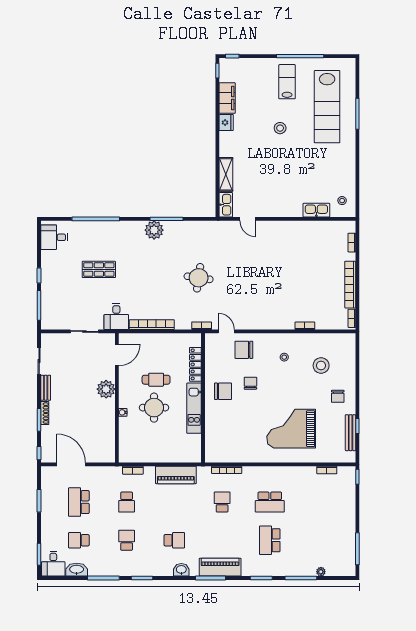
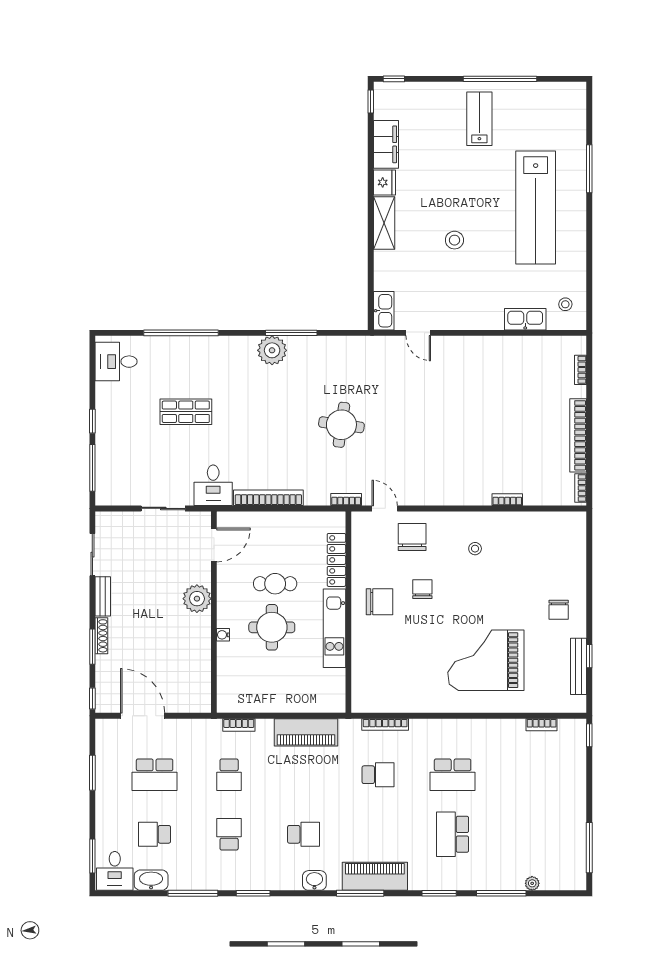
lab bench: (327, 107) -> (536, 207), moved
stool: (280, 128) -> (454, 240), moved
shelving: (226, 174) -> (384, 223), moved
chair: (244, 350) -> (412, 537), turned 90
stool: (321, 366) -> (533, 562), removed
school desk: (79, 502) -> (155, 775), turned -90
school desk: (222, 502) -> (378, 775), turned 90

